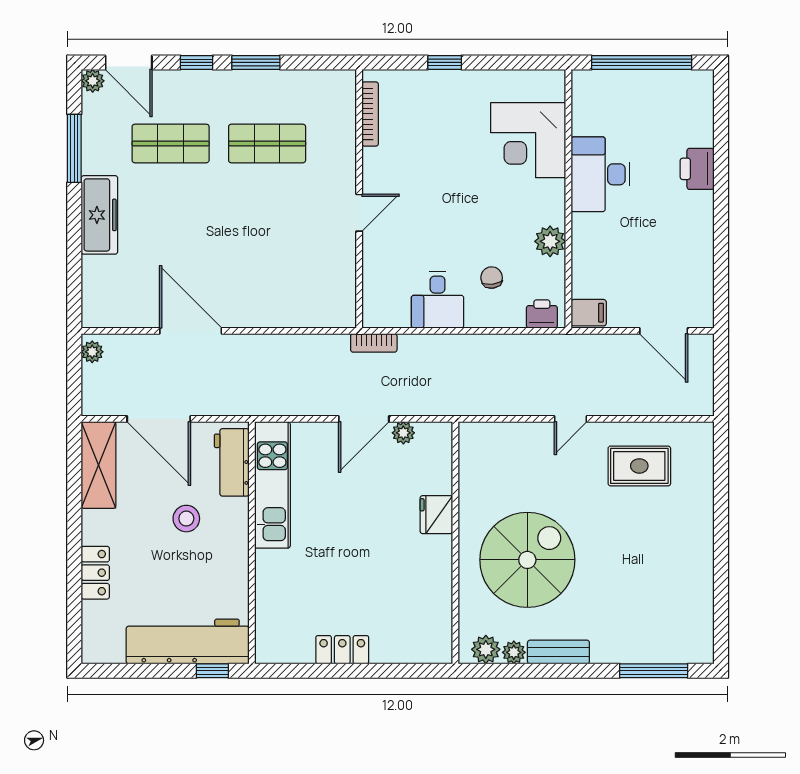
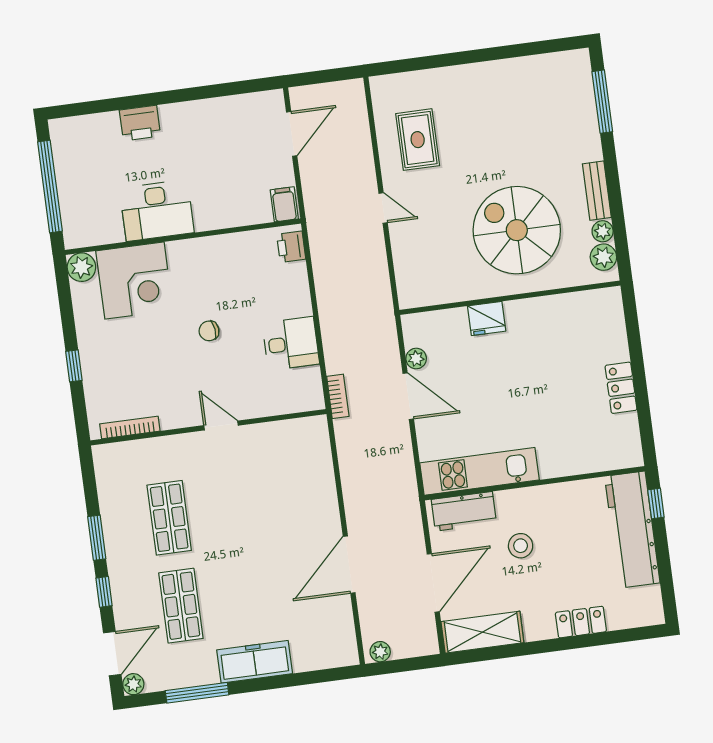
plant: (550, 241) -> (81, 267), moved
chair: (492, 278) -> (209, 331), moved

